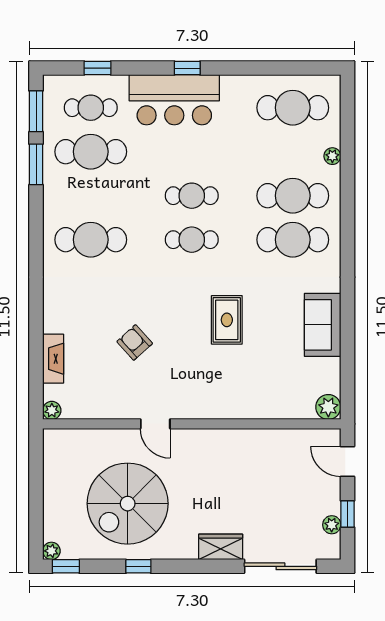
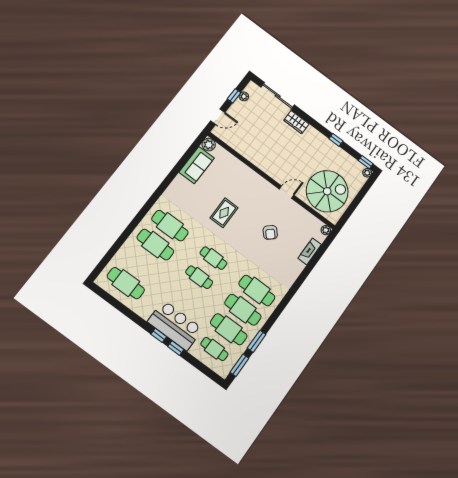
window: (98, 68) -> (176, 348), moved
plant: (332, 156) -> (125, 249), removed
cafe table: (91, 196) -> (243, 310), added
sofa: (323, 325) -> (197, 165), moved
door: (155, 424) -> (287, 192), hinge flipped
door: (347, 462) -> (218, 117), hinge flipped
spiral stairs: (128, 504) -> (327, 191), moved

